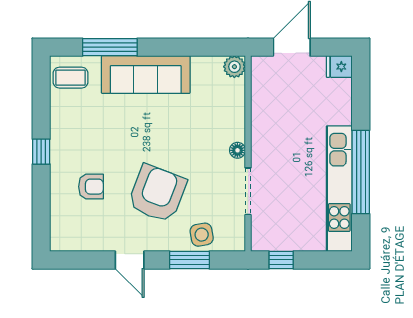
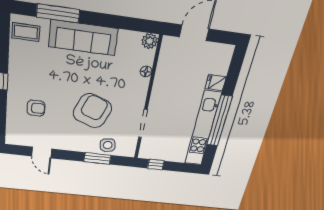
fridge: (339, 67) -> (216, 83), moved
floor lamp: (237, 150) -> (146, 72), moved
armchair: (157, 193) -> (92, 111), moved
door: (130, 260) -> (42, 153), moved

